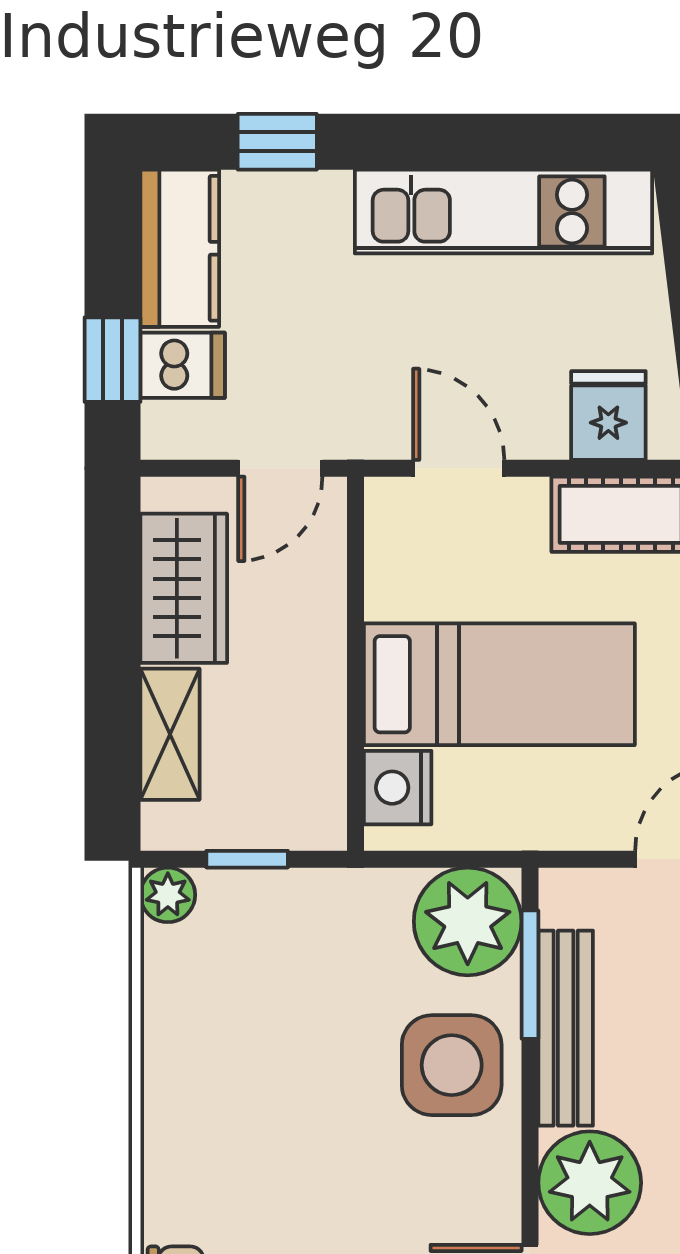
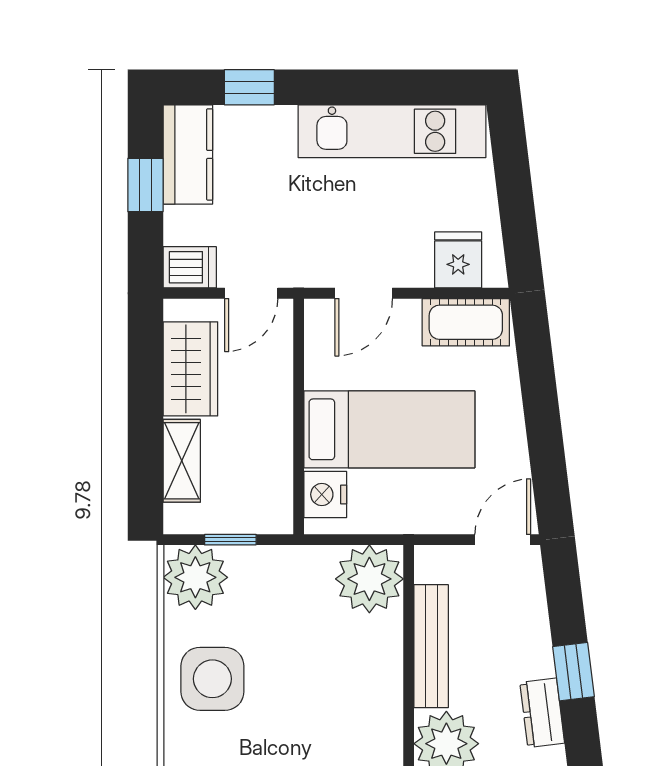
window: (113, 360) -> (145, 185), moved
dishwasher: (183, 365) -> (190, 267), moved
door: (459, 468) -> (364, 293), swing flipped
plant: (168, 895) -> (195, 577), width x1.88, depth x1.88
window: (530, 975) -> (409, 612), removed
side table: (452, 1065) -> (212, 679), moved

